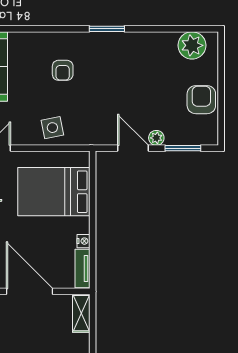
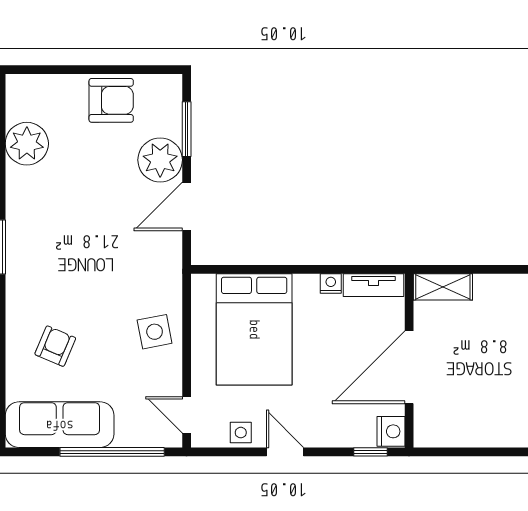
plant: (192, 45) -> (27, 144), moved
armchair: (63, 70) -> (55, 346), moved, turned -67
armchair: (201, 100) -> (111, 100), turned 180
plant: (156, 138) -> (160, 160), width x1.88, depth x1.88

